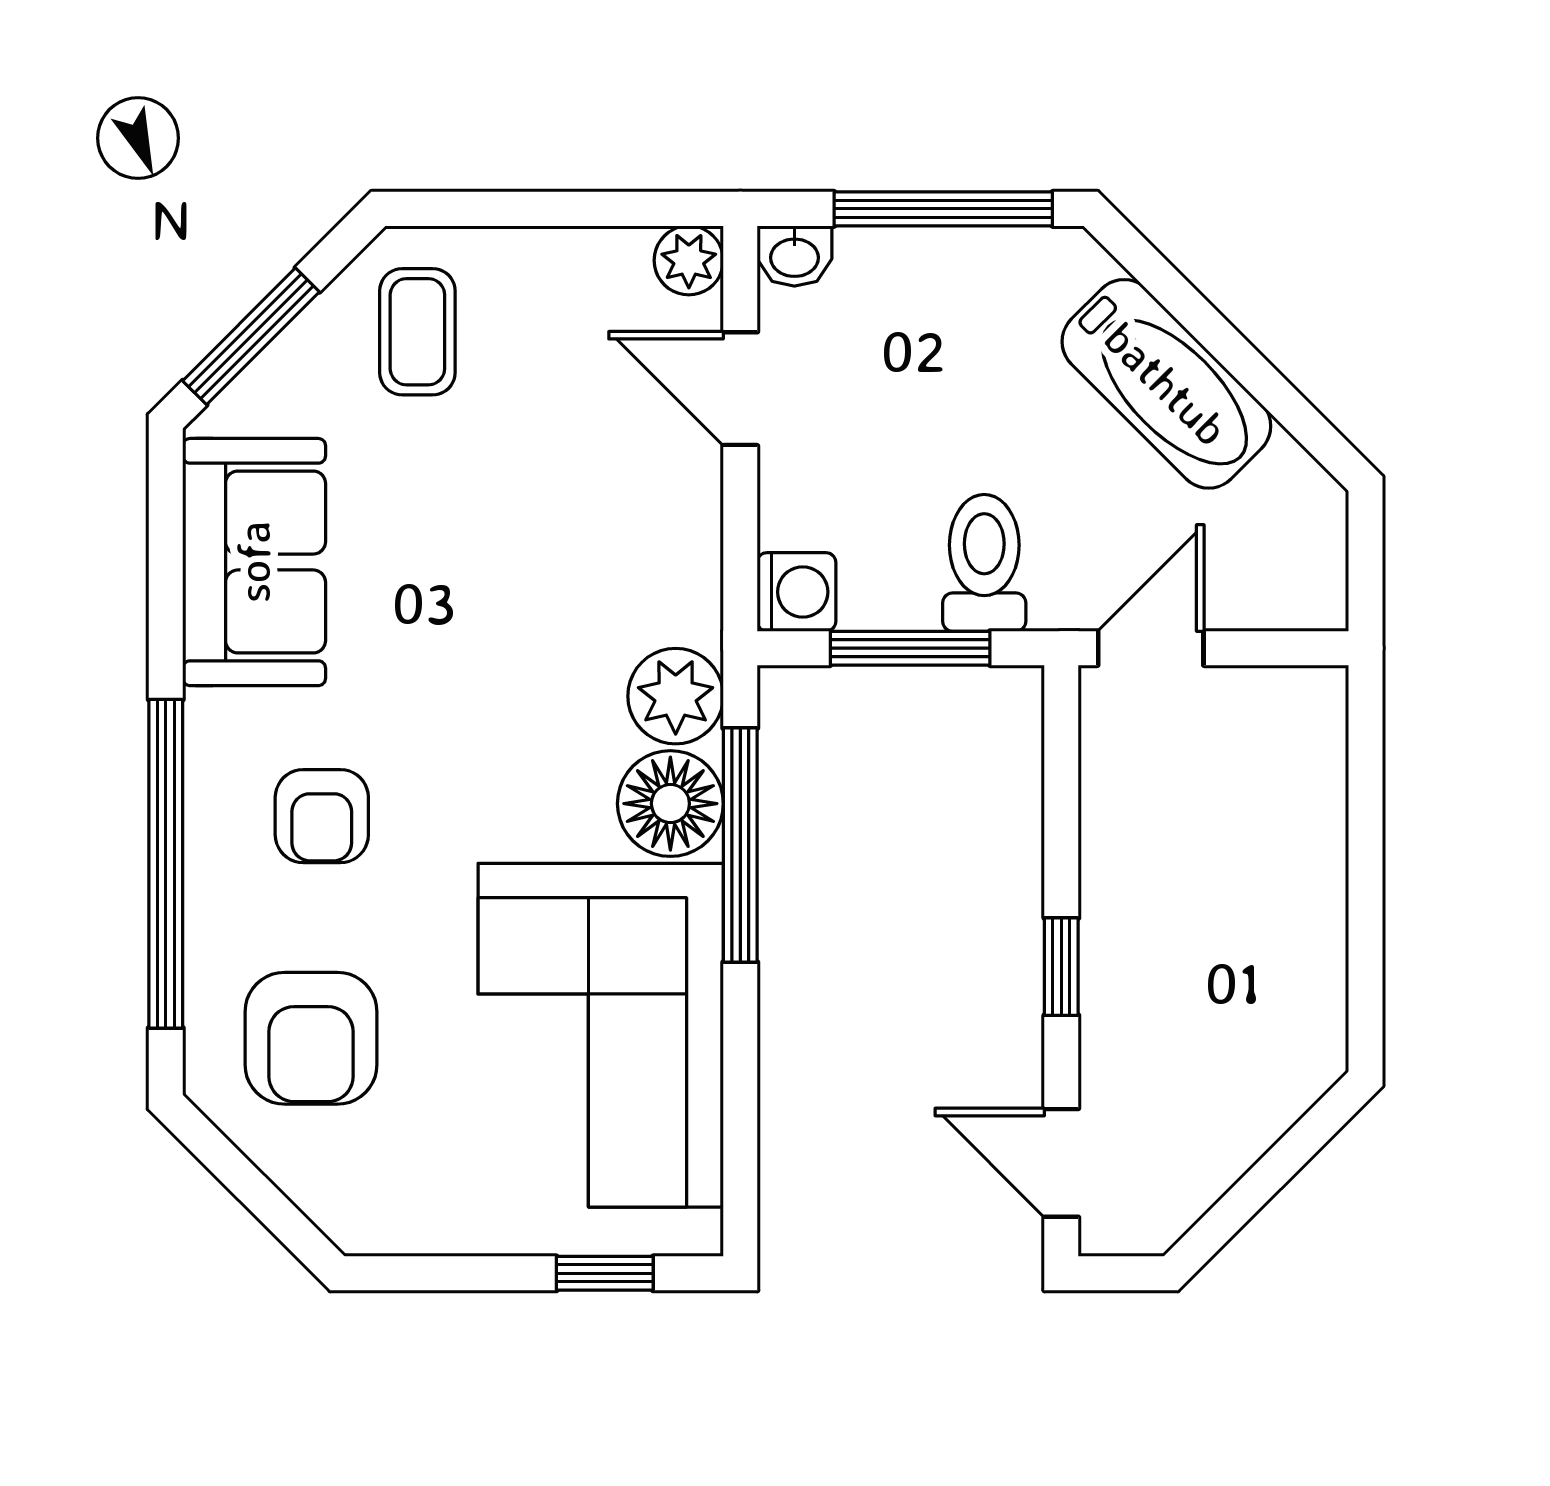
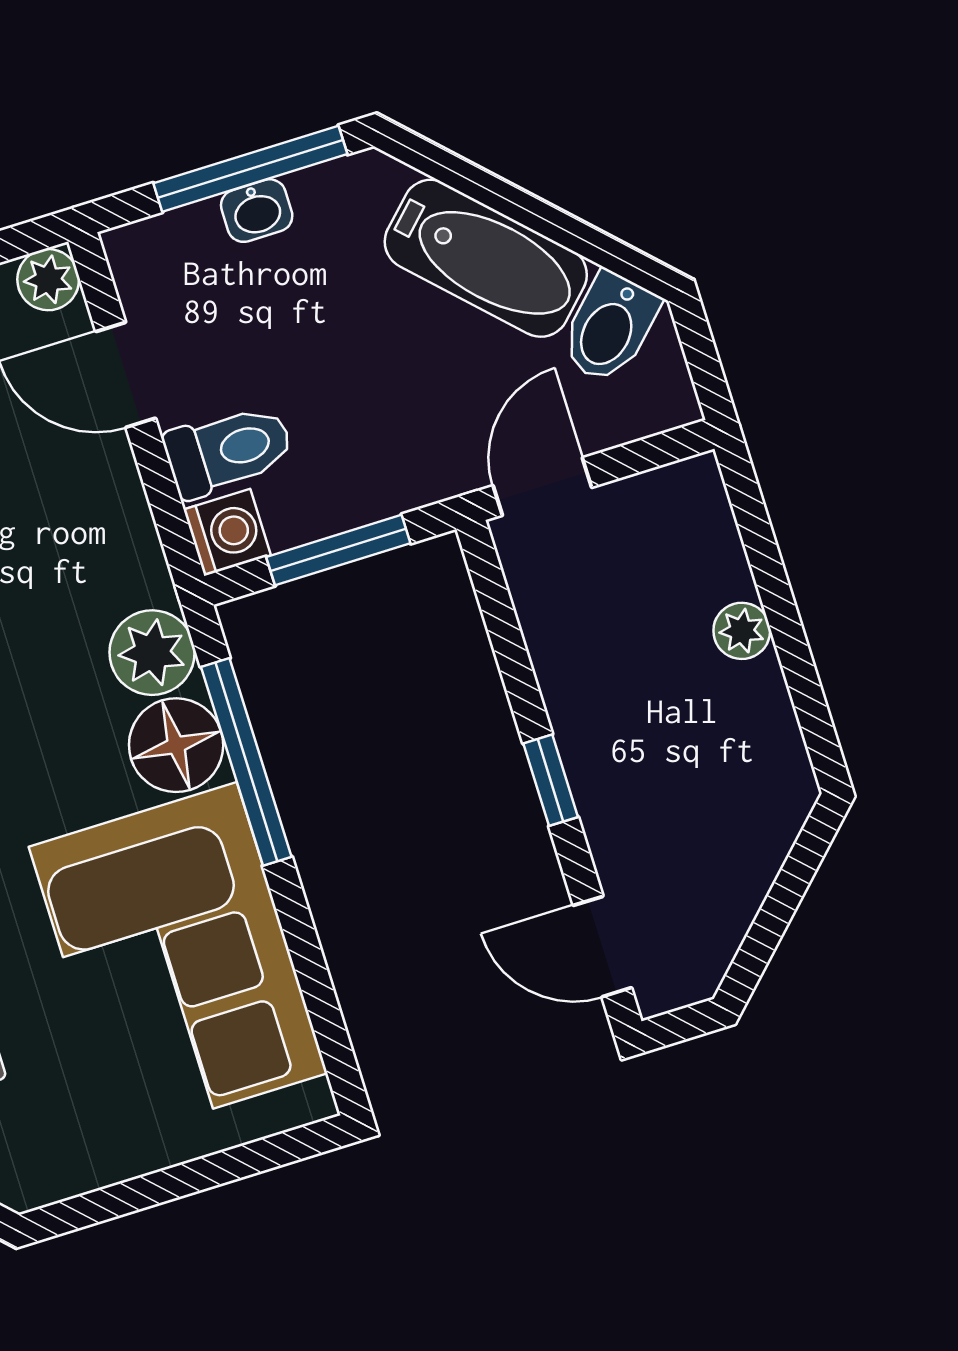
washbasin: (794, 256) -> (257, 211), moved
bidet: (1276, 500) -> (610, 328), added
toilet: (984, 563) -> (229, 450), moved, turned 90
plant: (1317, 870) -> (742, 631), added
window: (605, 1273) -> (244, 1161), removed

